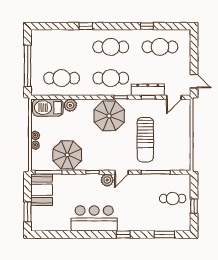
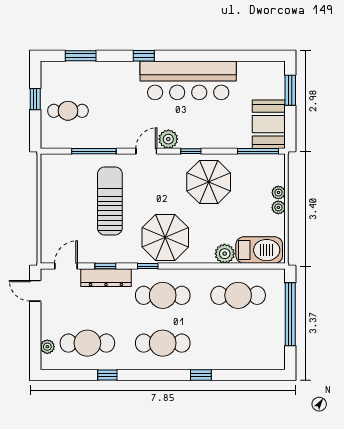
plant: (186, 45) -> (47, 347), added
parasol: (67, 155) -> (209, 182), moved
bar counter: (94, 218) -> (188, 80), width x1.36

